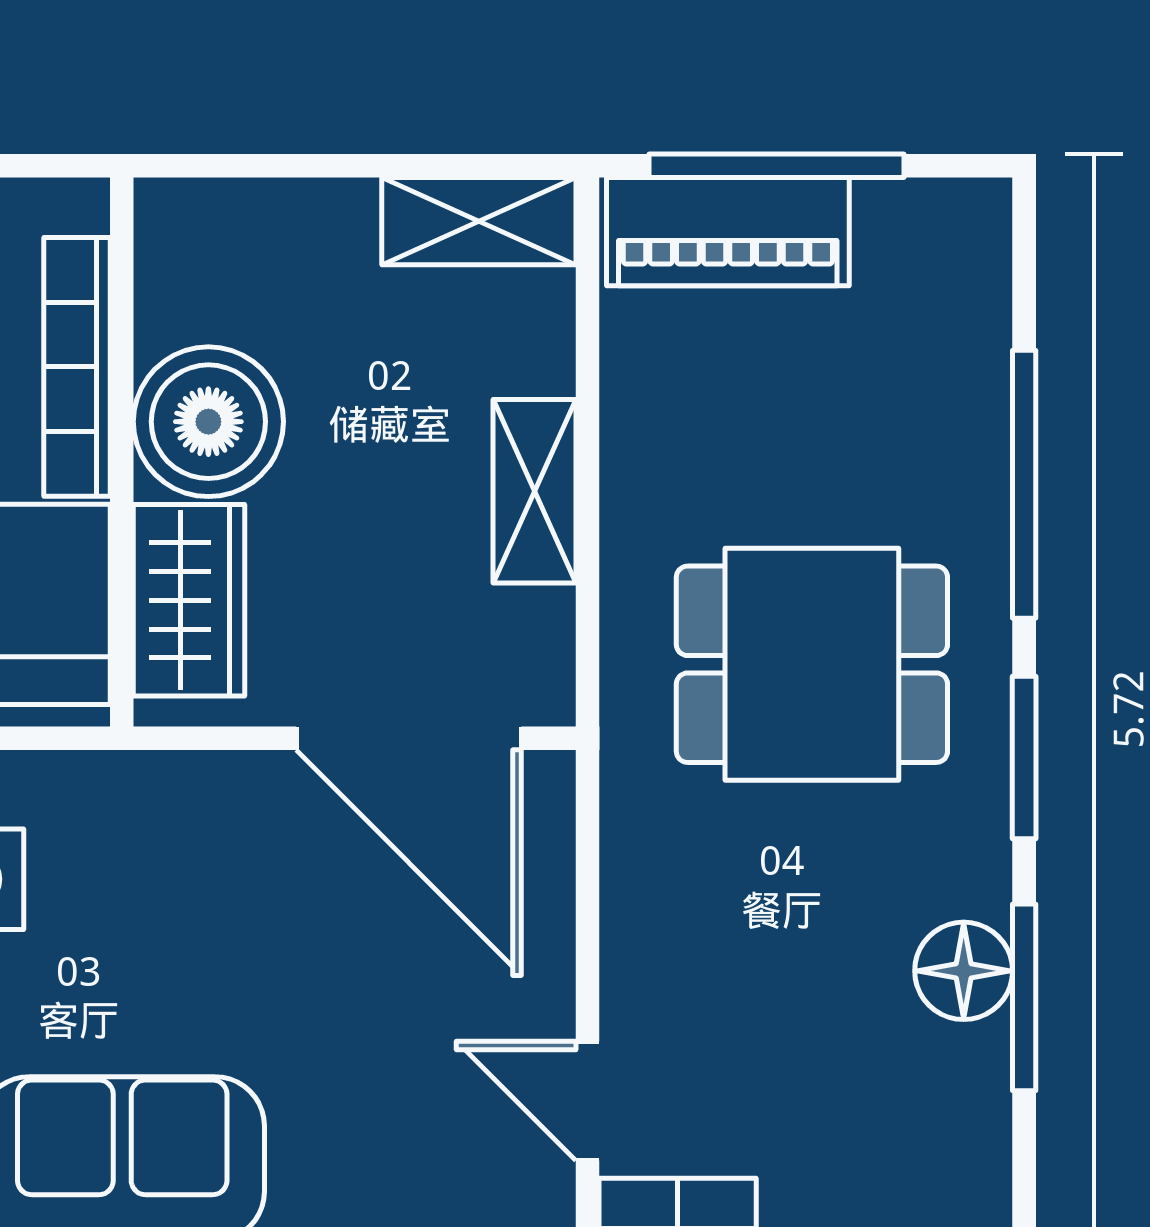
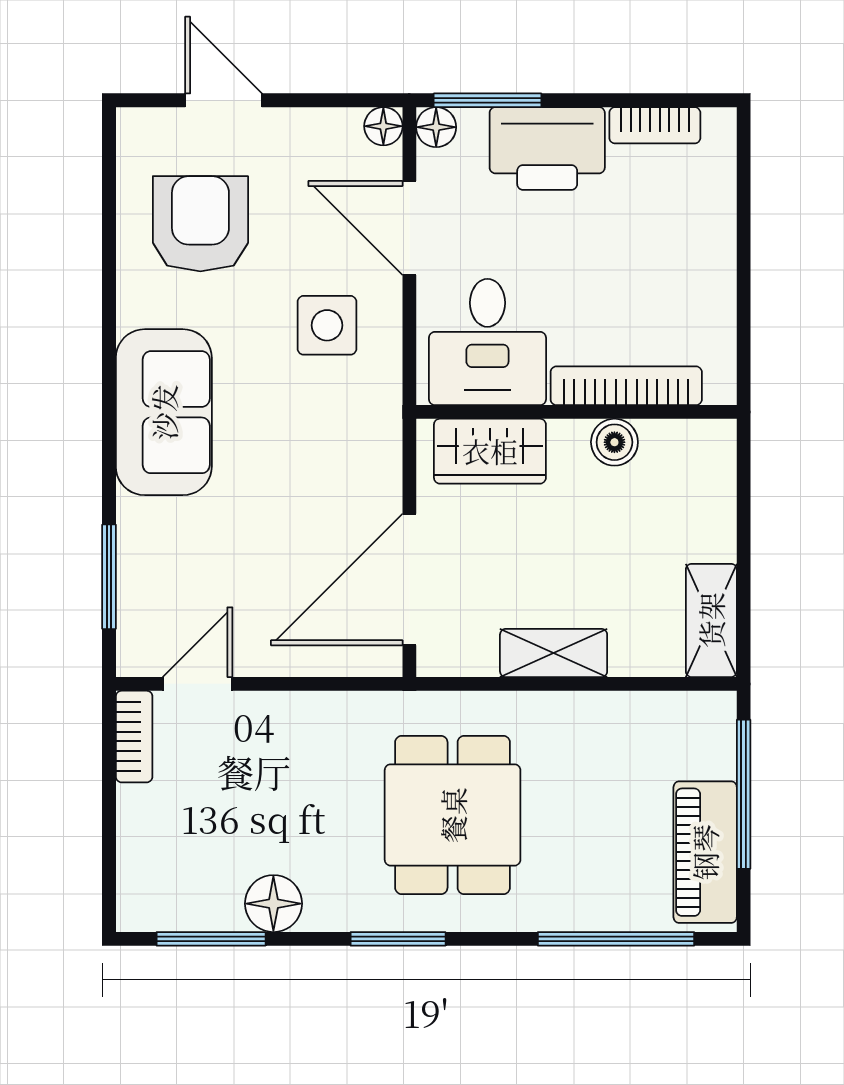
piano: (728, 232) -> (705, 852), moved
boiler: (208, 422) -> (614, 442), width x0.54, depth x0.54
window: (1024, 484) -> (616, 939), moved
window: (1024, 997) -> (211, 939), moved

